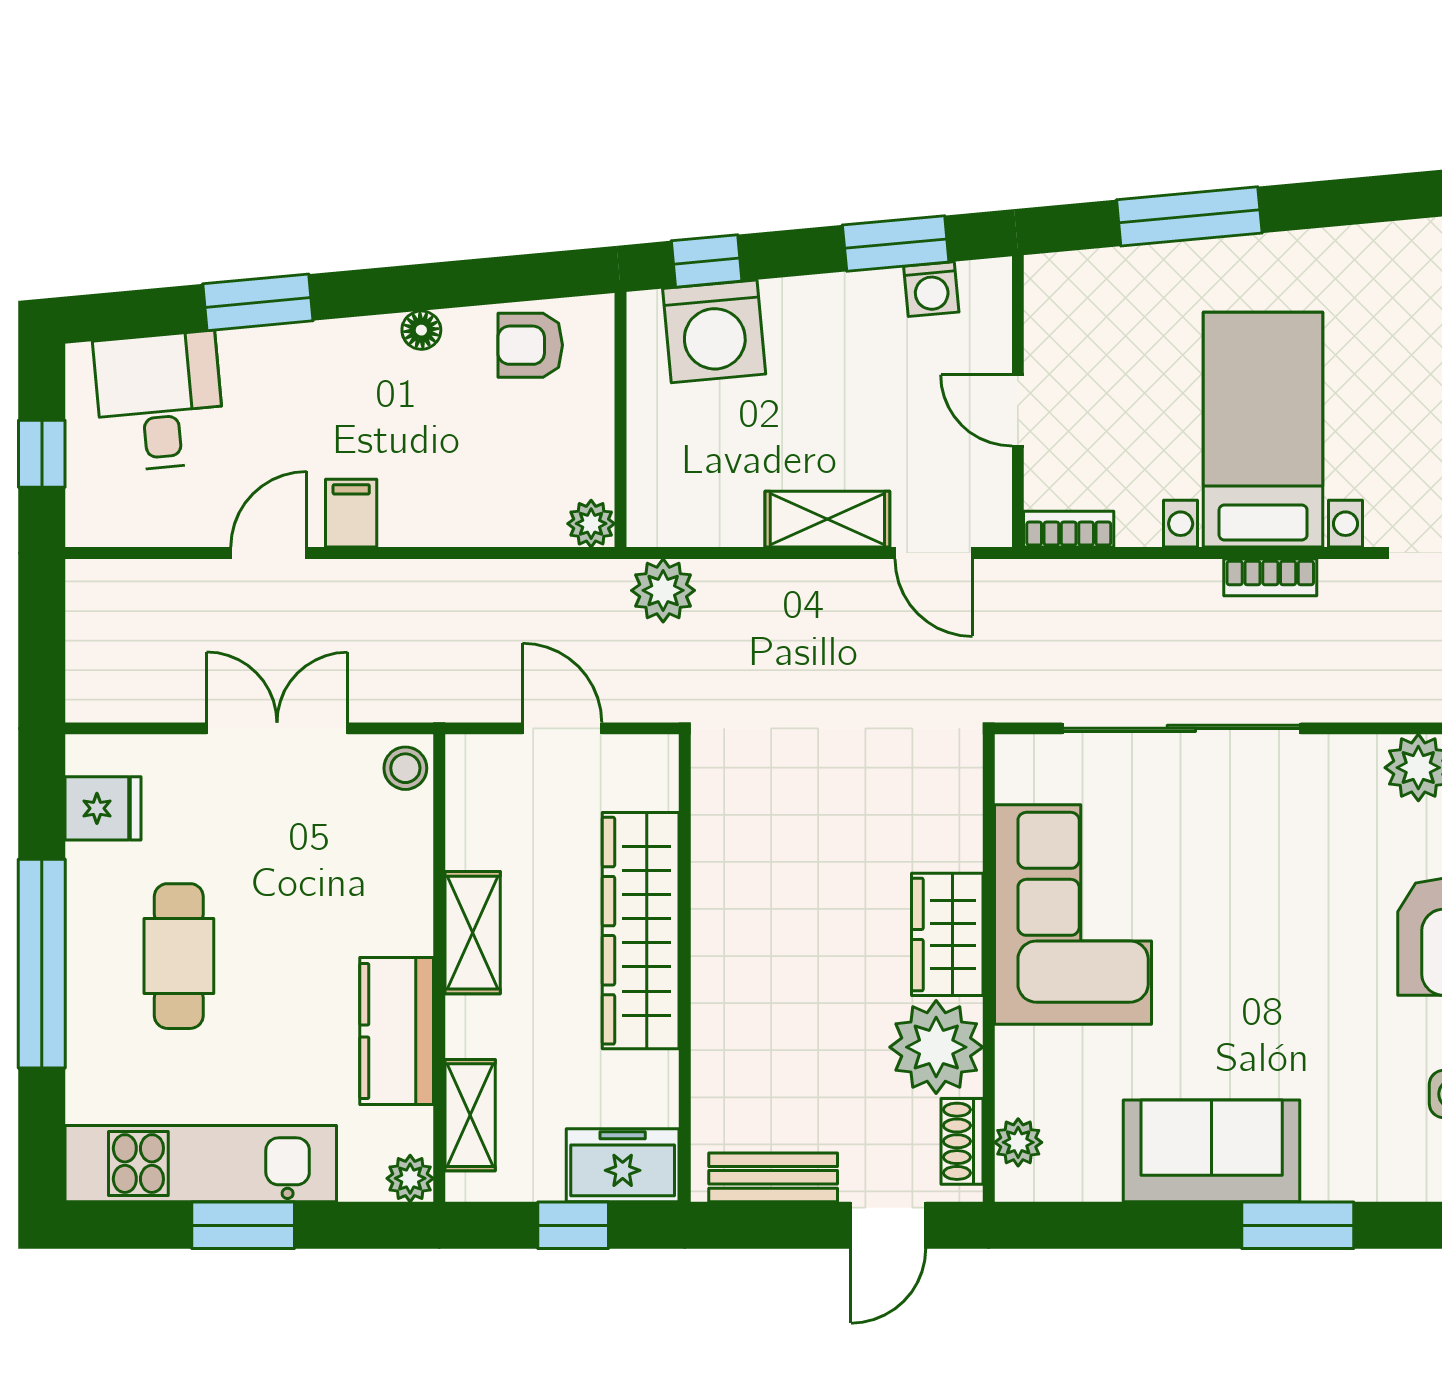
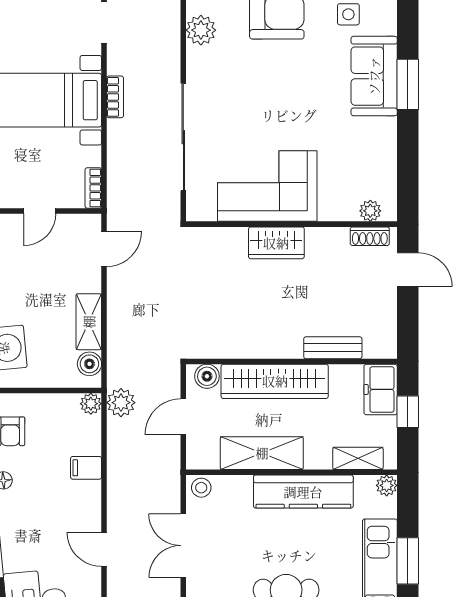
filing cabinet: (351, 513) -> (86, 468), moved
shelving: (827, 519) -> (89, 322), moved
boiler: (679, 521) -> (89, 364), added
plant: (663, 590) -> (121, 403), moved
boiler: (652, 781) -> (207, 376), added
shelving: (473, 933) -> (262, 453), width x1.50, depth x1.33
kitchen counter: (397, 1031) -> (303, 492), width x1.50
plant: (936, 1047) -> (327, 248), removed
sofa: (1212, 1151) -> (374, 76), moved
bench: (773, 1177) -> (333, 348), moved, turned 90

